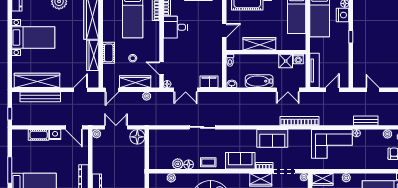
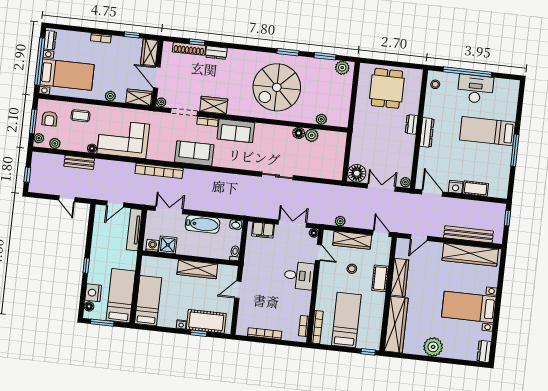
desk: (175, 27) -> (299, 276), moved
door: (112, 90) -> (381, 233), hinge flipped
double door: (116, 127) -> (381, 187), swing flipped
coffee table: (208, 162) -> (80, 116), moved

